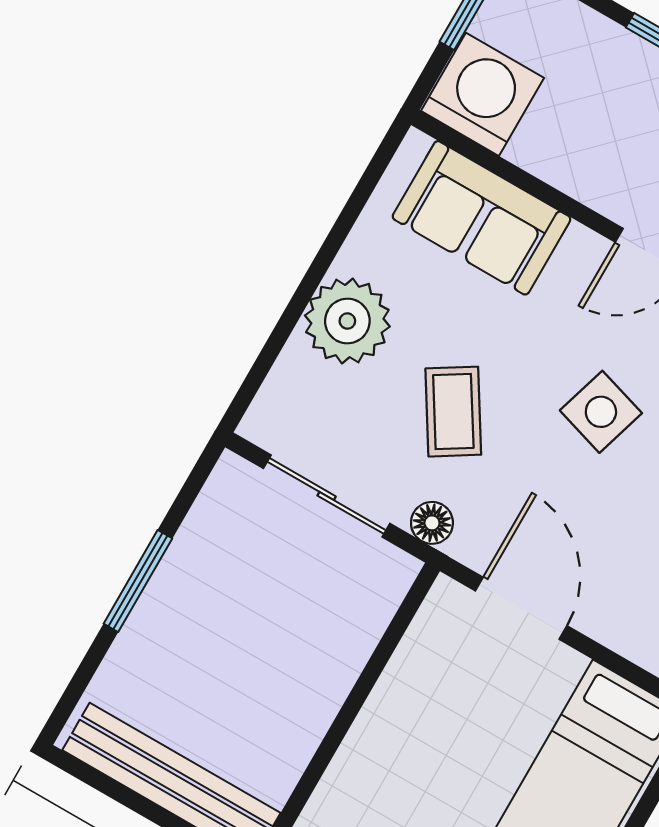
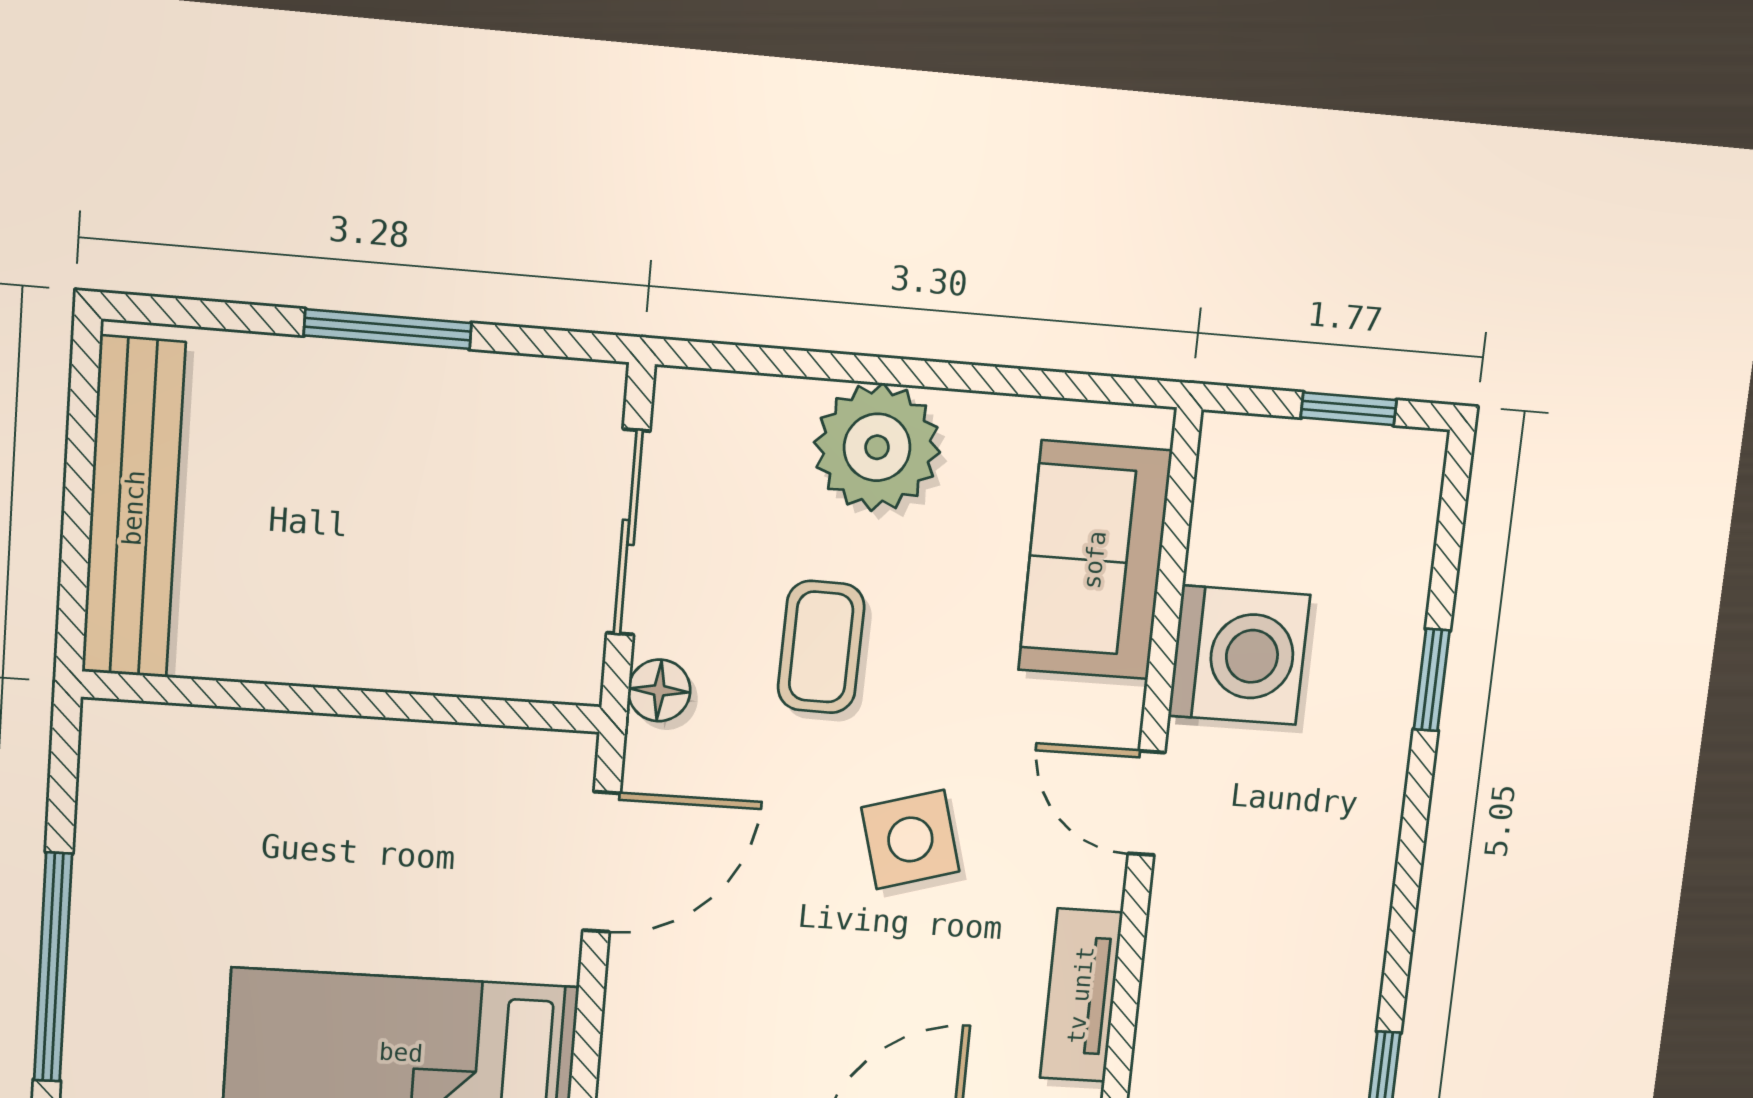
washing machine: (482, 94) -> (1239, 655), moved
coffee table: (453, 412) -> (821, 647), turned -57
side table: (601, 412) -> (910, 839), turned -33

